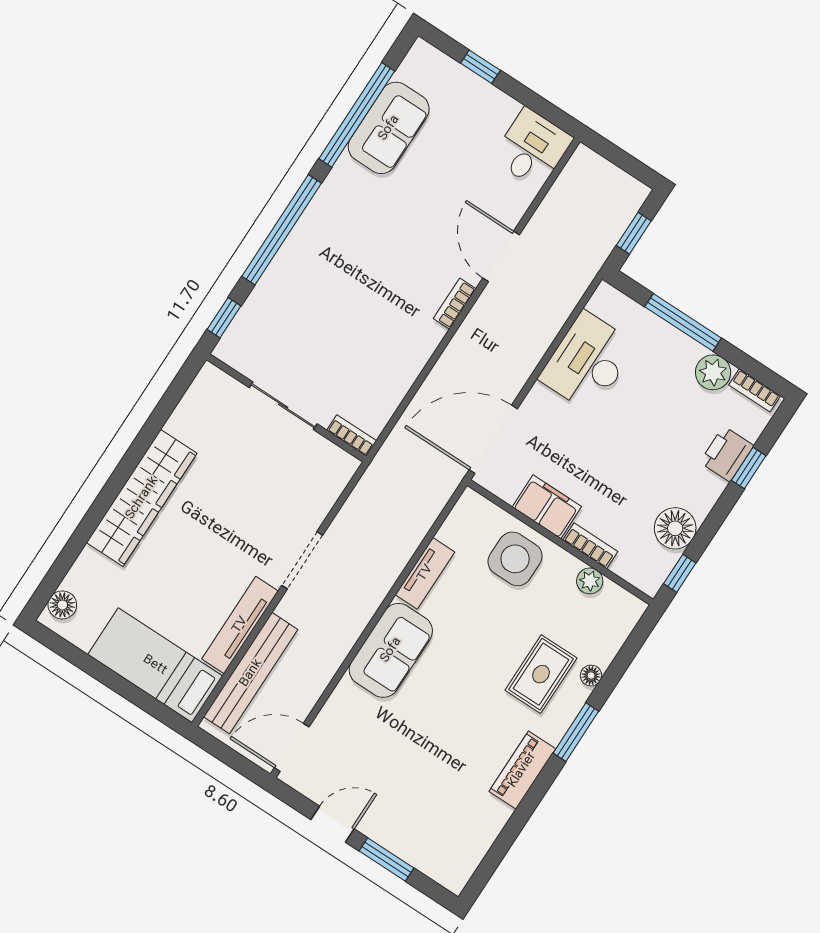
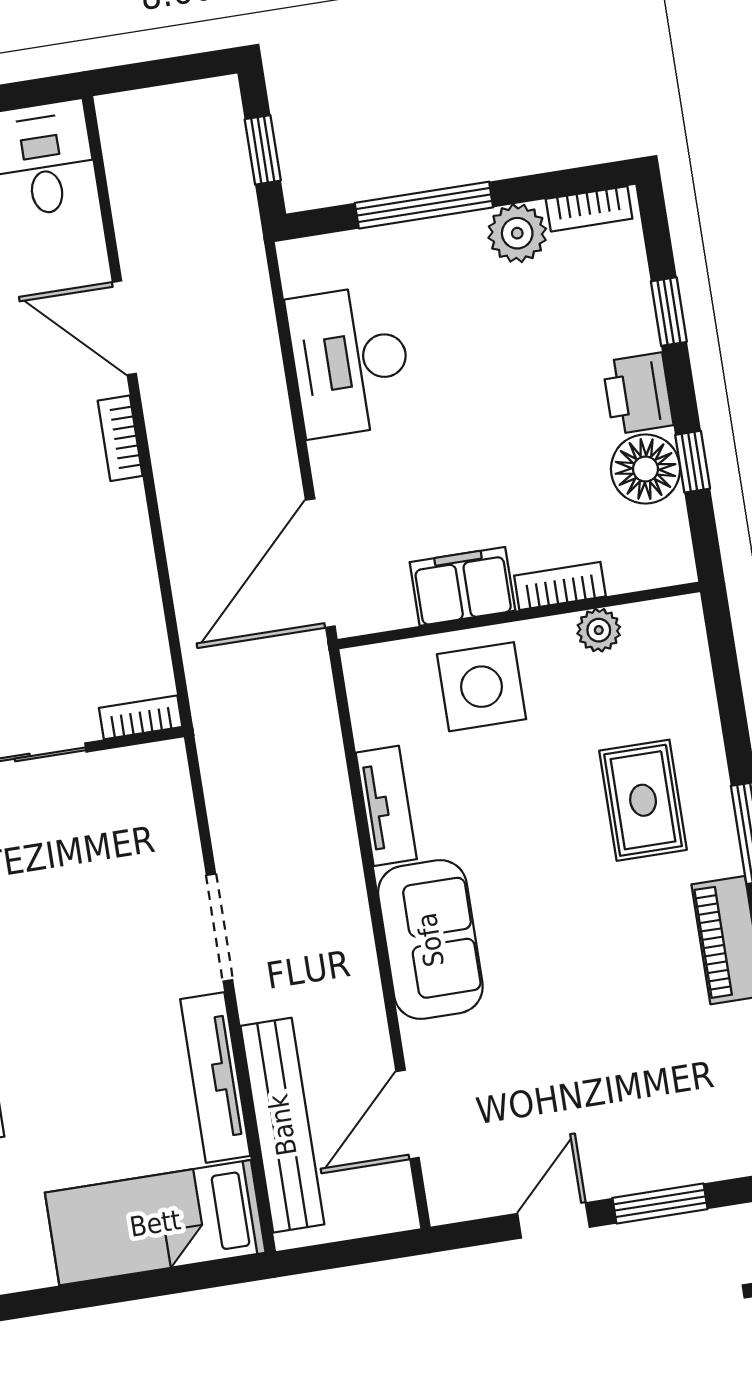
printer: (727, 454) -> (638, 394), moved
window: (680, 573) -> (693, 462), moved
floor lamp: (591, 676) -> (707, 746), removed
door: (292, 747) -> (408, 1115), moved

